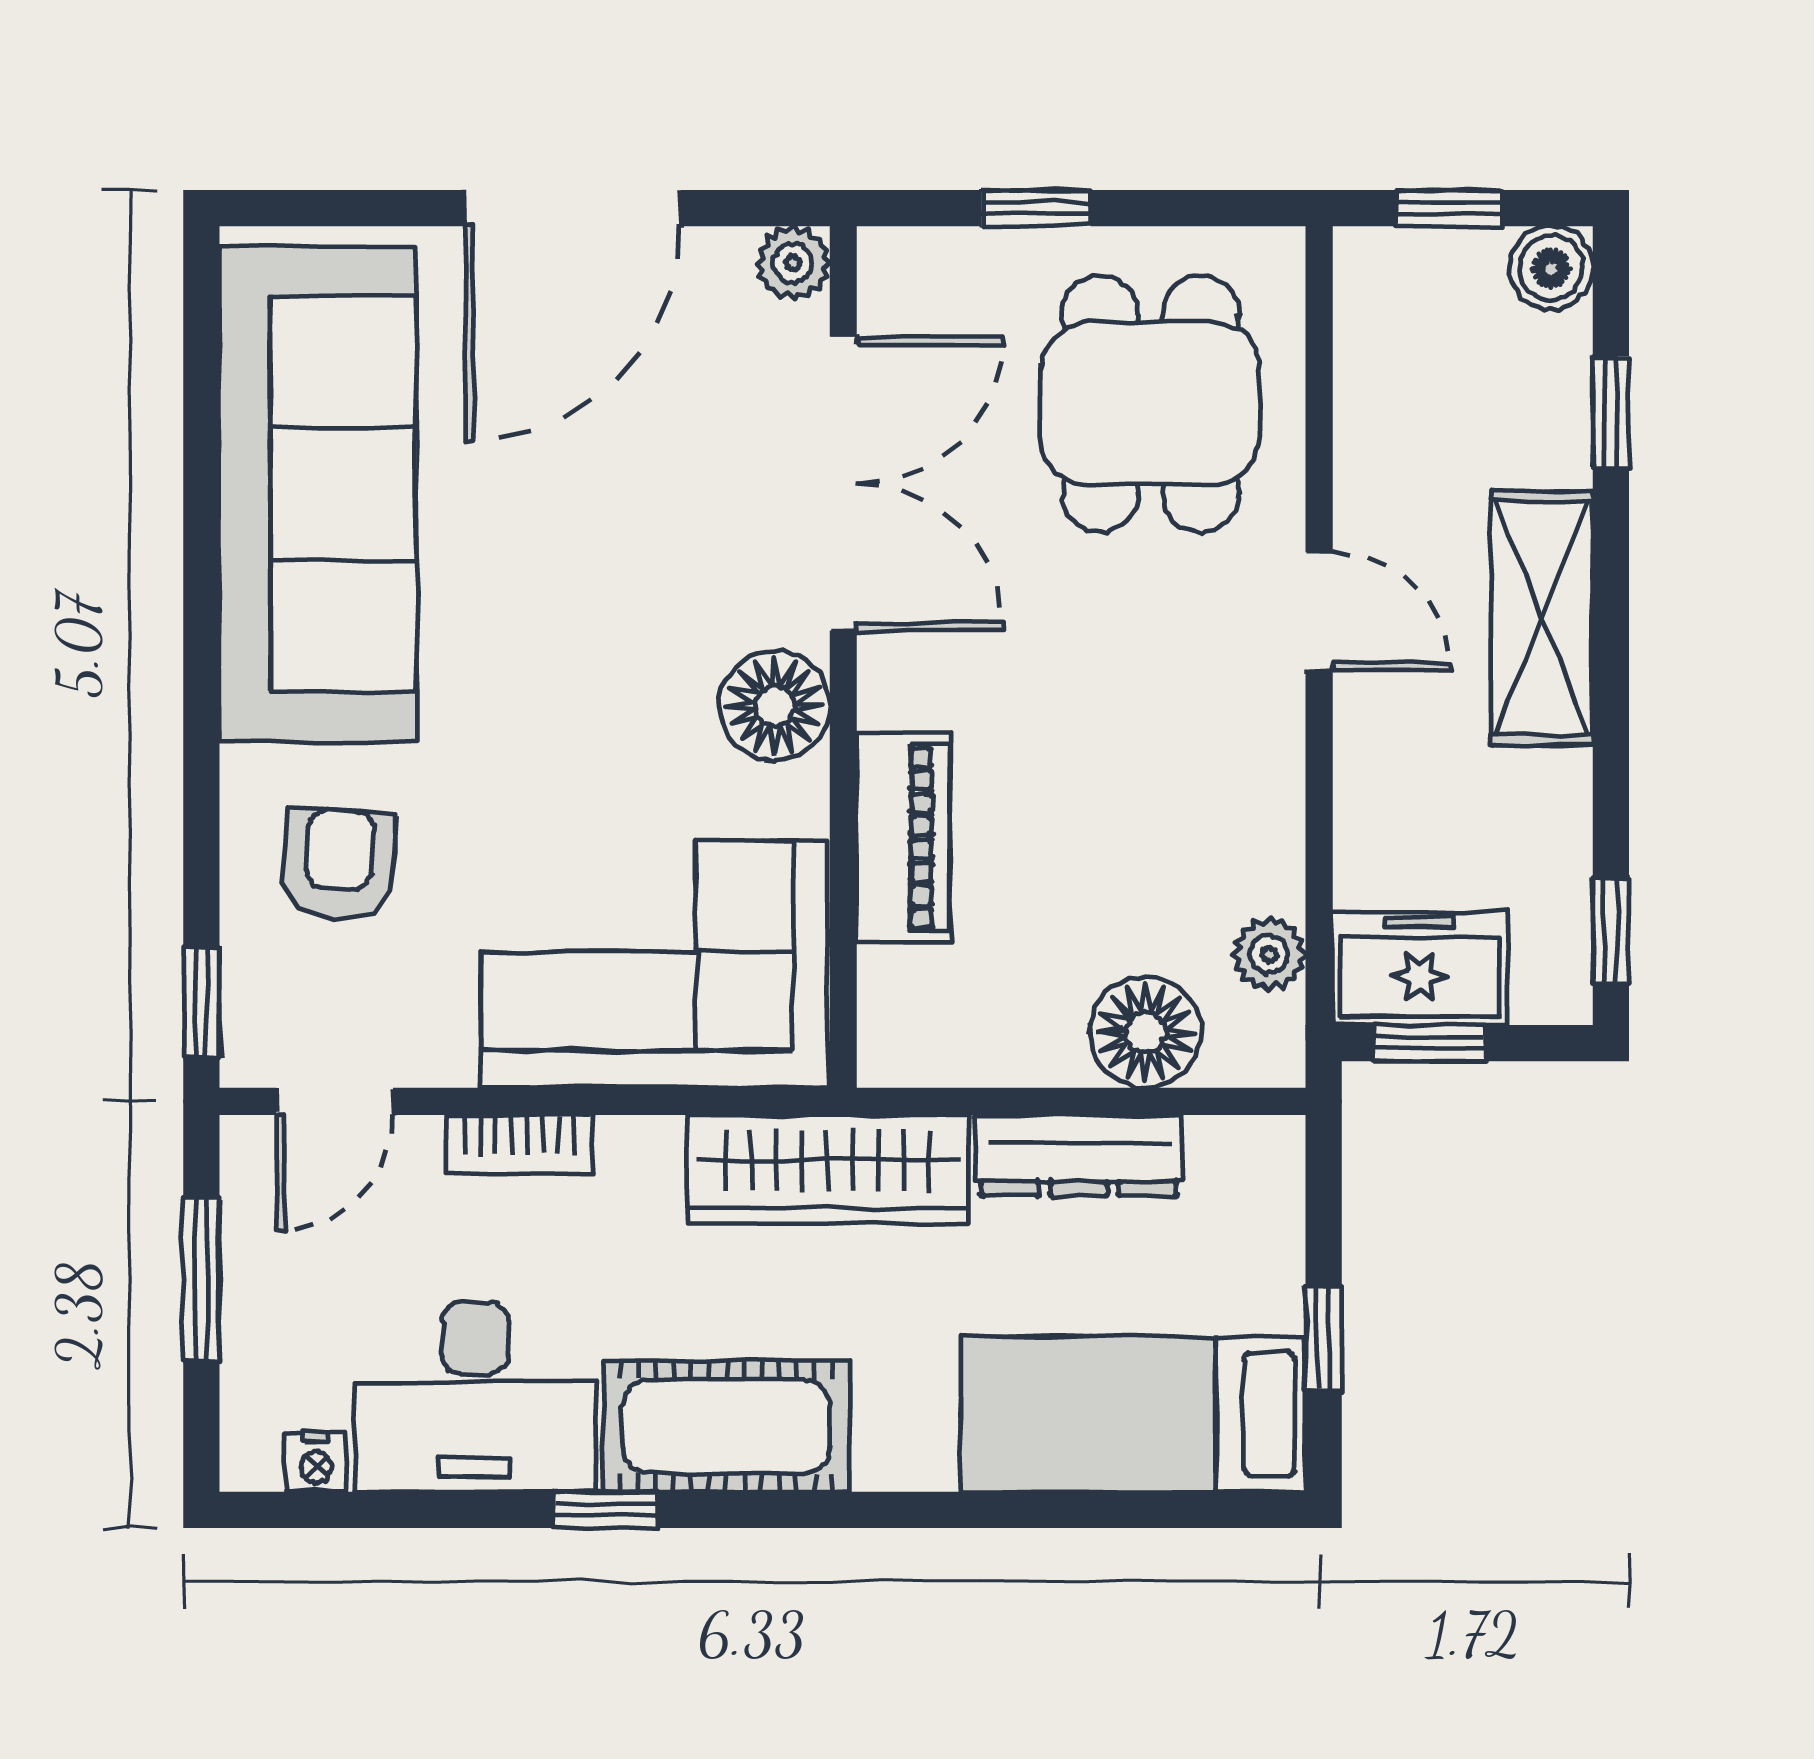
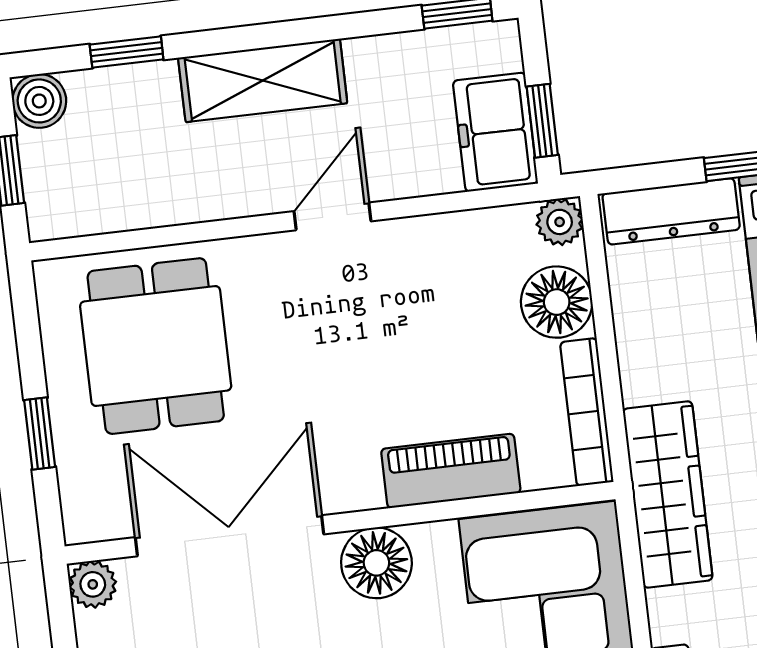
dining table: (1150, 404) -> (156, 346), turned 90
door: (1319, 612) -> (332, 216), moved
plant: (1269, 954) -> (560, 222), moved
bookcase: (970, 1059) -> (587, 412), added
dresser: (1079, 1155) -> (671, 211), moved, turned 90

